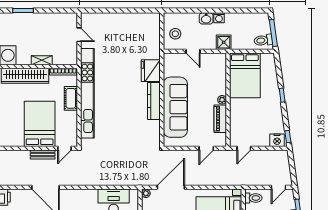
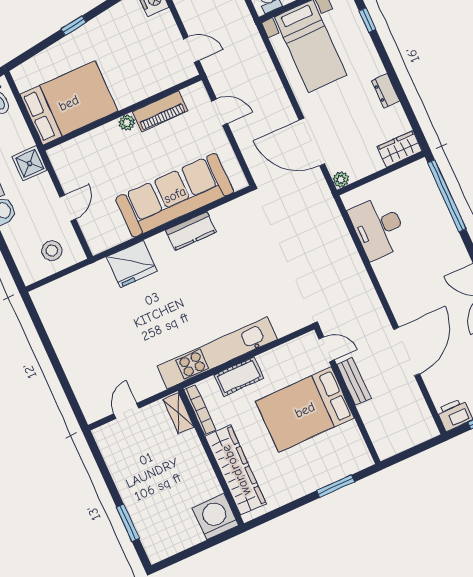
shelving: (42, 60) -> (178, 413), moved
kitchen unit: (87, 93) -> (218, 353), width x0.73
kitchen counter: (154, 101) -> (191, 231), width x0.67

